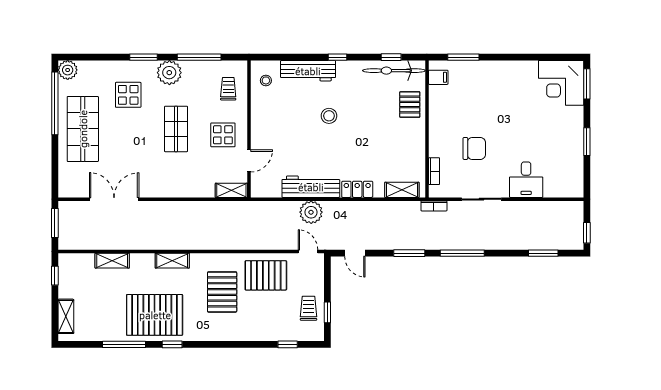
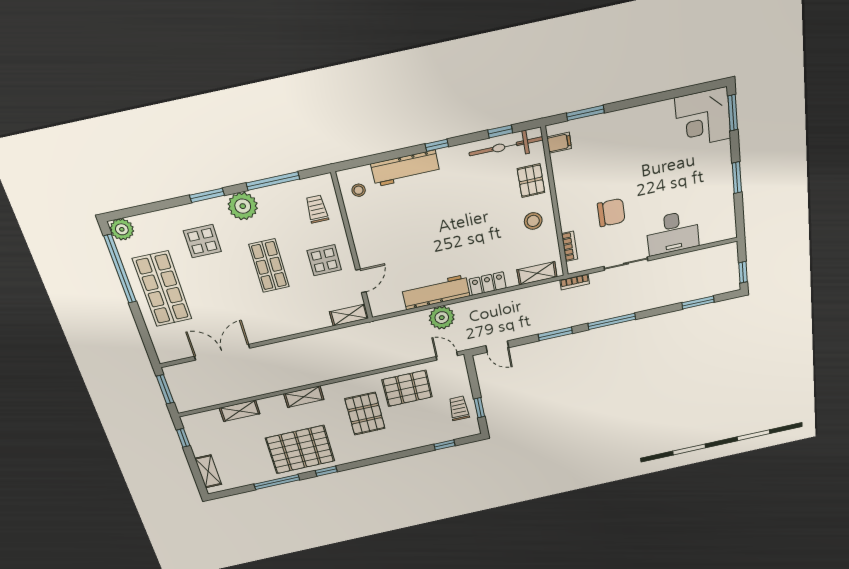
stool: (329, 116) -> (533, 221), moved
desk: (526, 180) -> (673, 233), width x1.37

